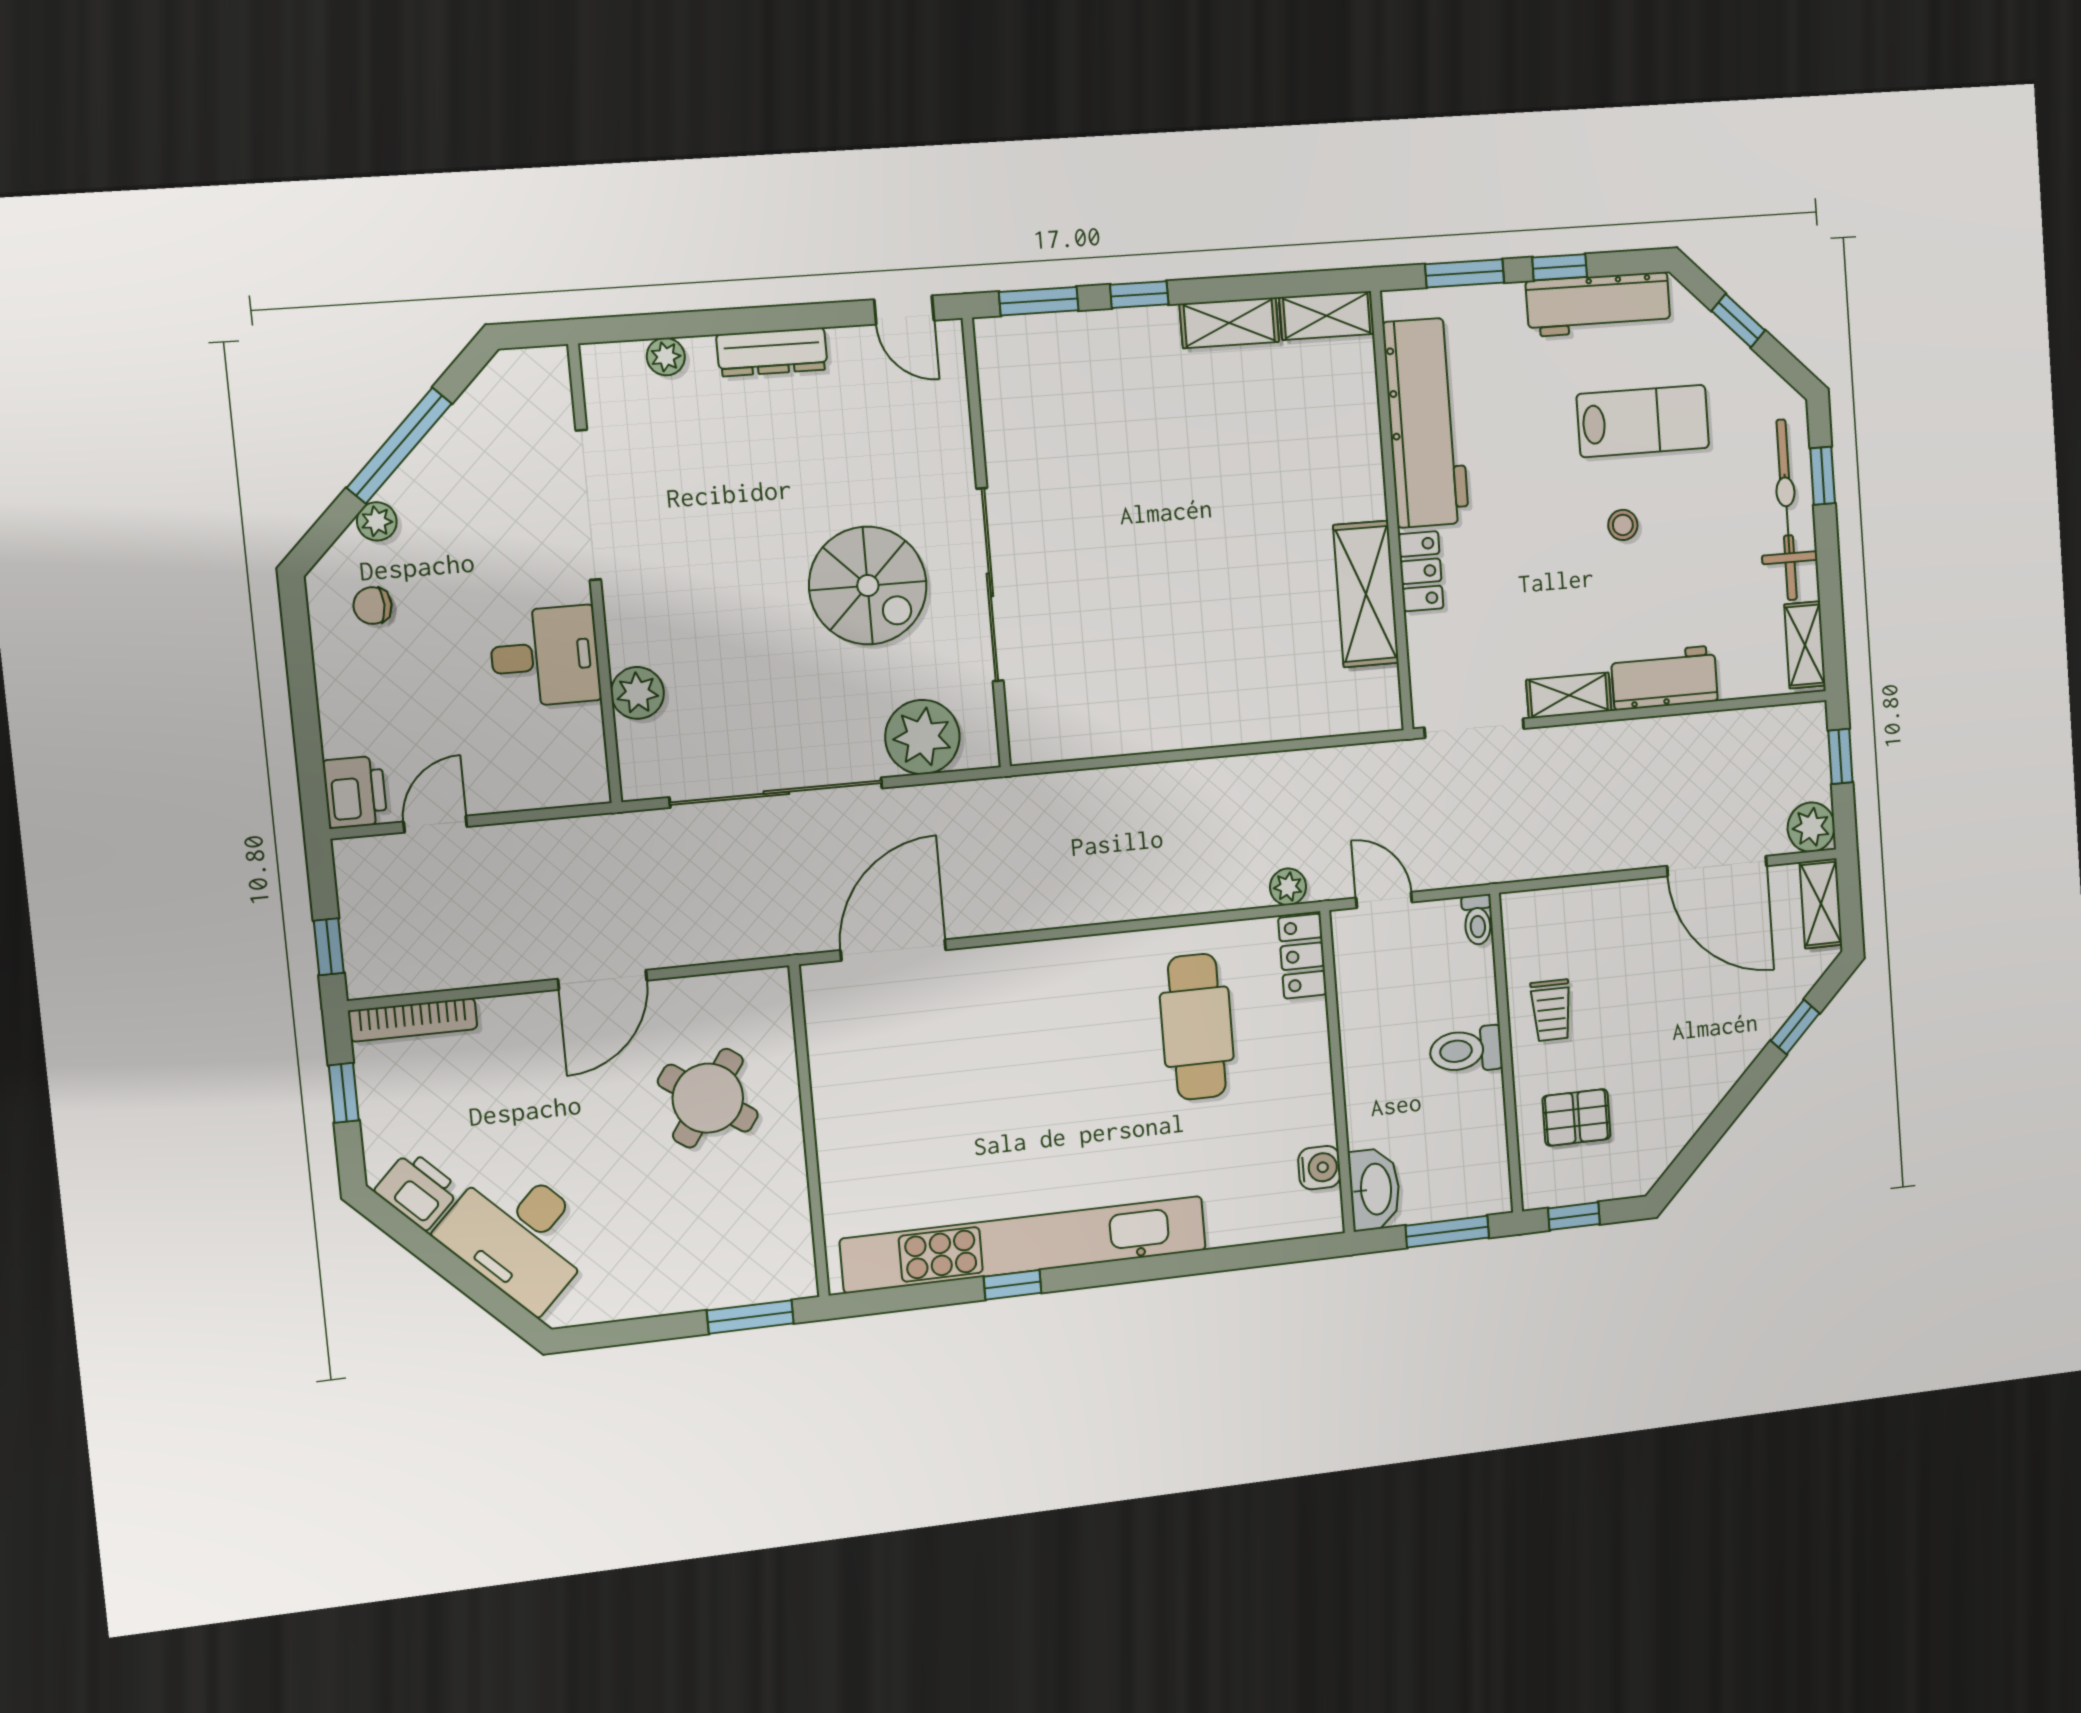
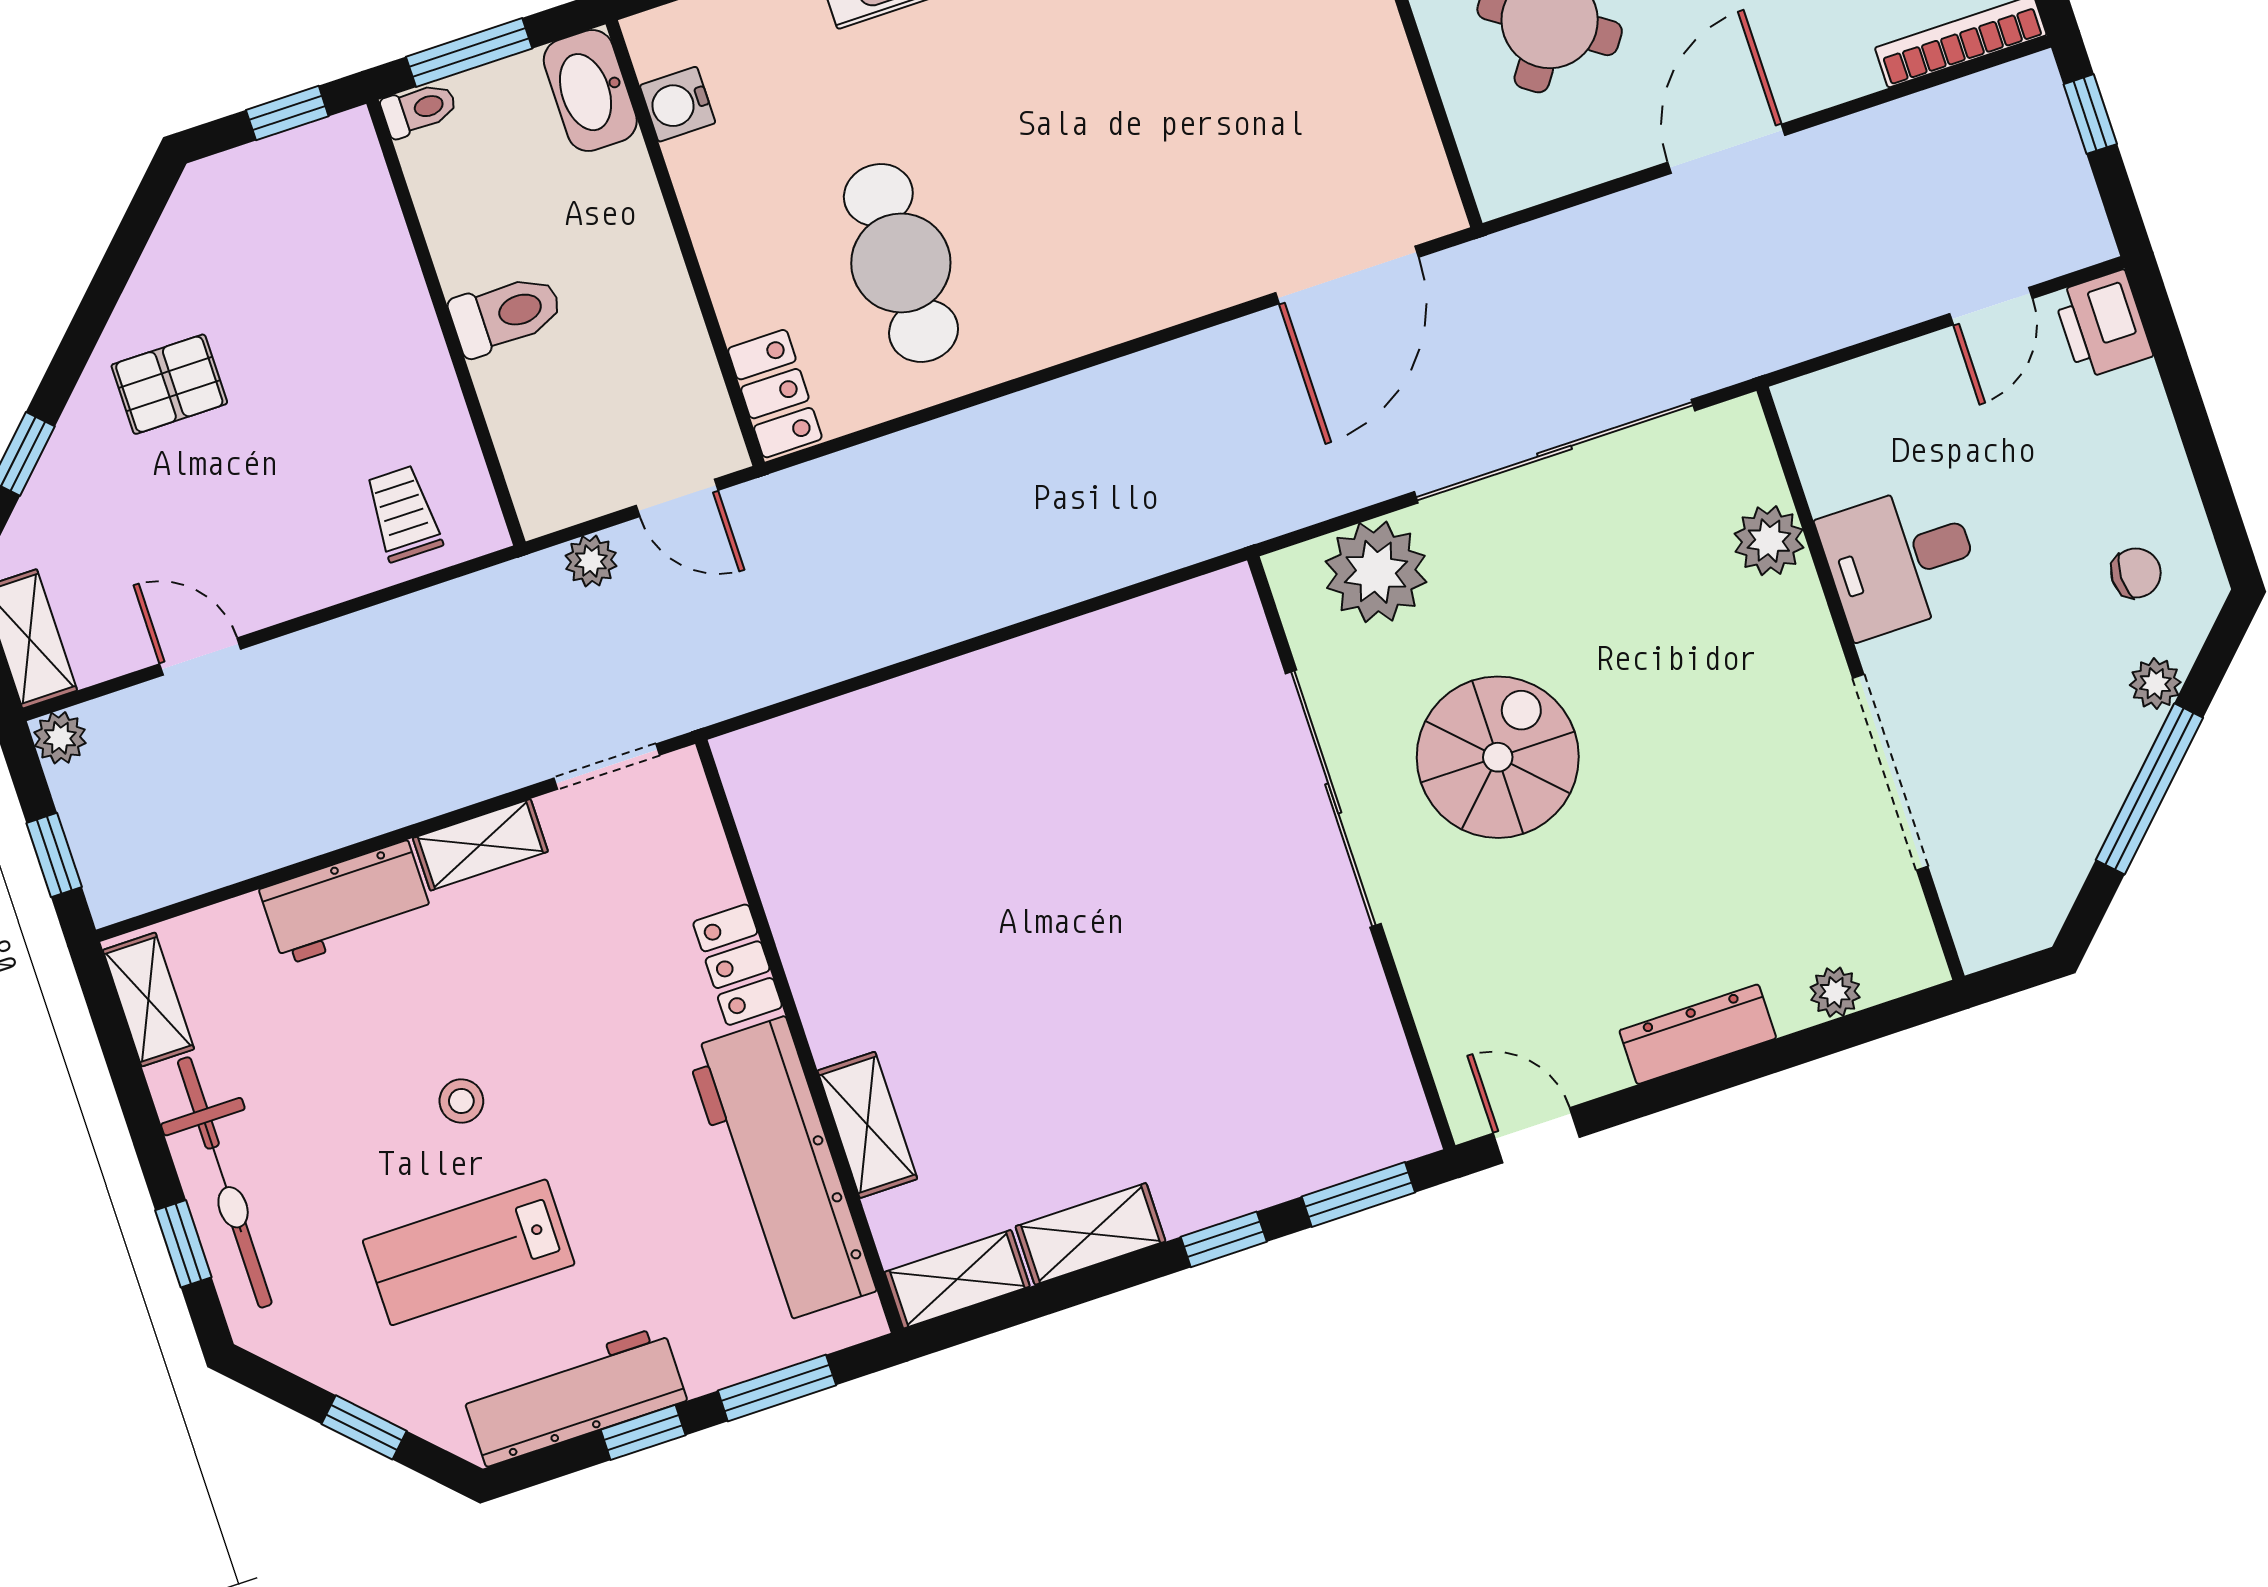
spiral stairs: (868, 586) -> (1498, 757), turned 90
shelving: (1366, 594) -> (867, 1125), moved, width x0.67, depth x0.75
doorway: (1474, 728) -> (607, 767), width x0.73
plant: (1811, 827) -> (60, 738), width x0.73, depth x0.73
door: (1717, 866) -> (200, 656), width x0.53
plant: (1288, 887) -> (591, 561), moved
toilet: (1477, 920) -> (419, 109), moved, turned 90
trolley: (1551, 1010) -> (403, 514), moved
pallet: (1576, 1117) -> (169, 384), moved

